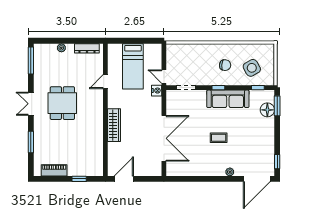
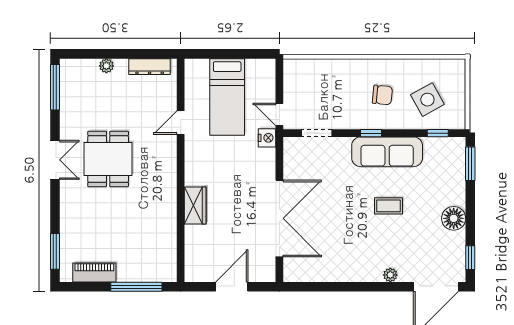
double door: (31, 104) -> (55, 160), swing flipped
floor lamp: (267, 110) -> (454, 218), moved
wardrobe: (114, 125) -> (195, 205), width x0.67
coffee table: (219, 138) -> (388, 206), moved
window: (31, 142) -> (55, 251), moved
window: (79, 179) -> (136, 287), width x2.17
door: (124, 179) -> (232, 287), moved

